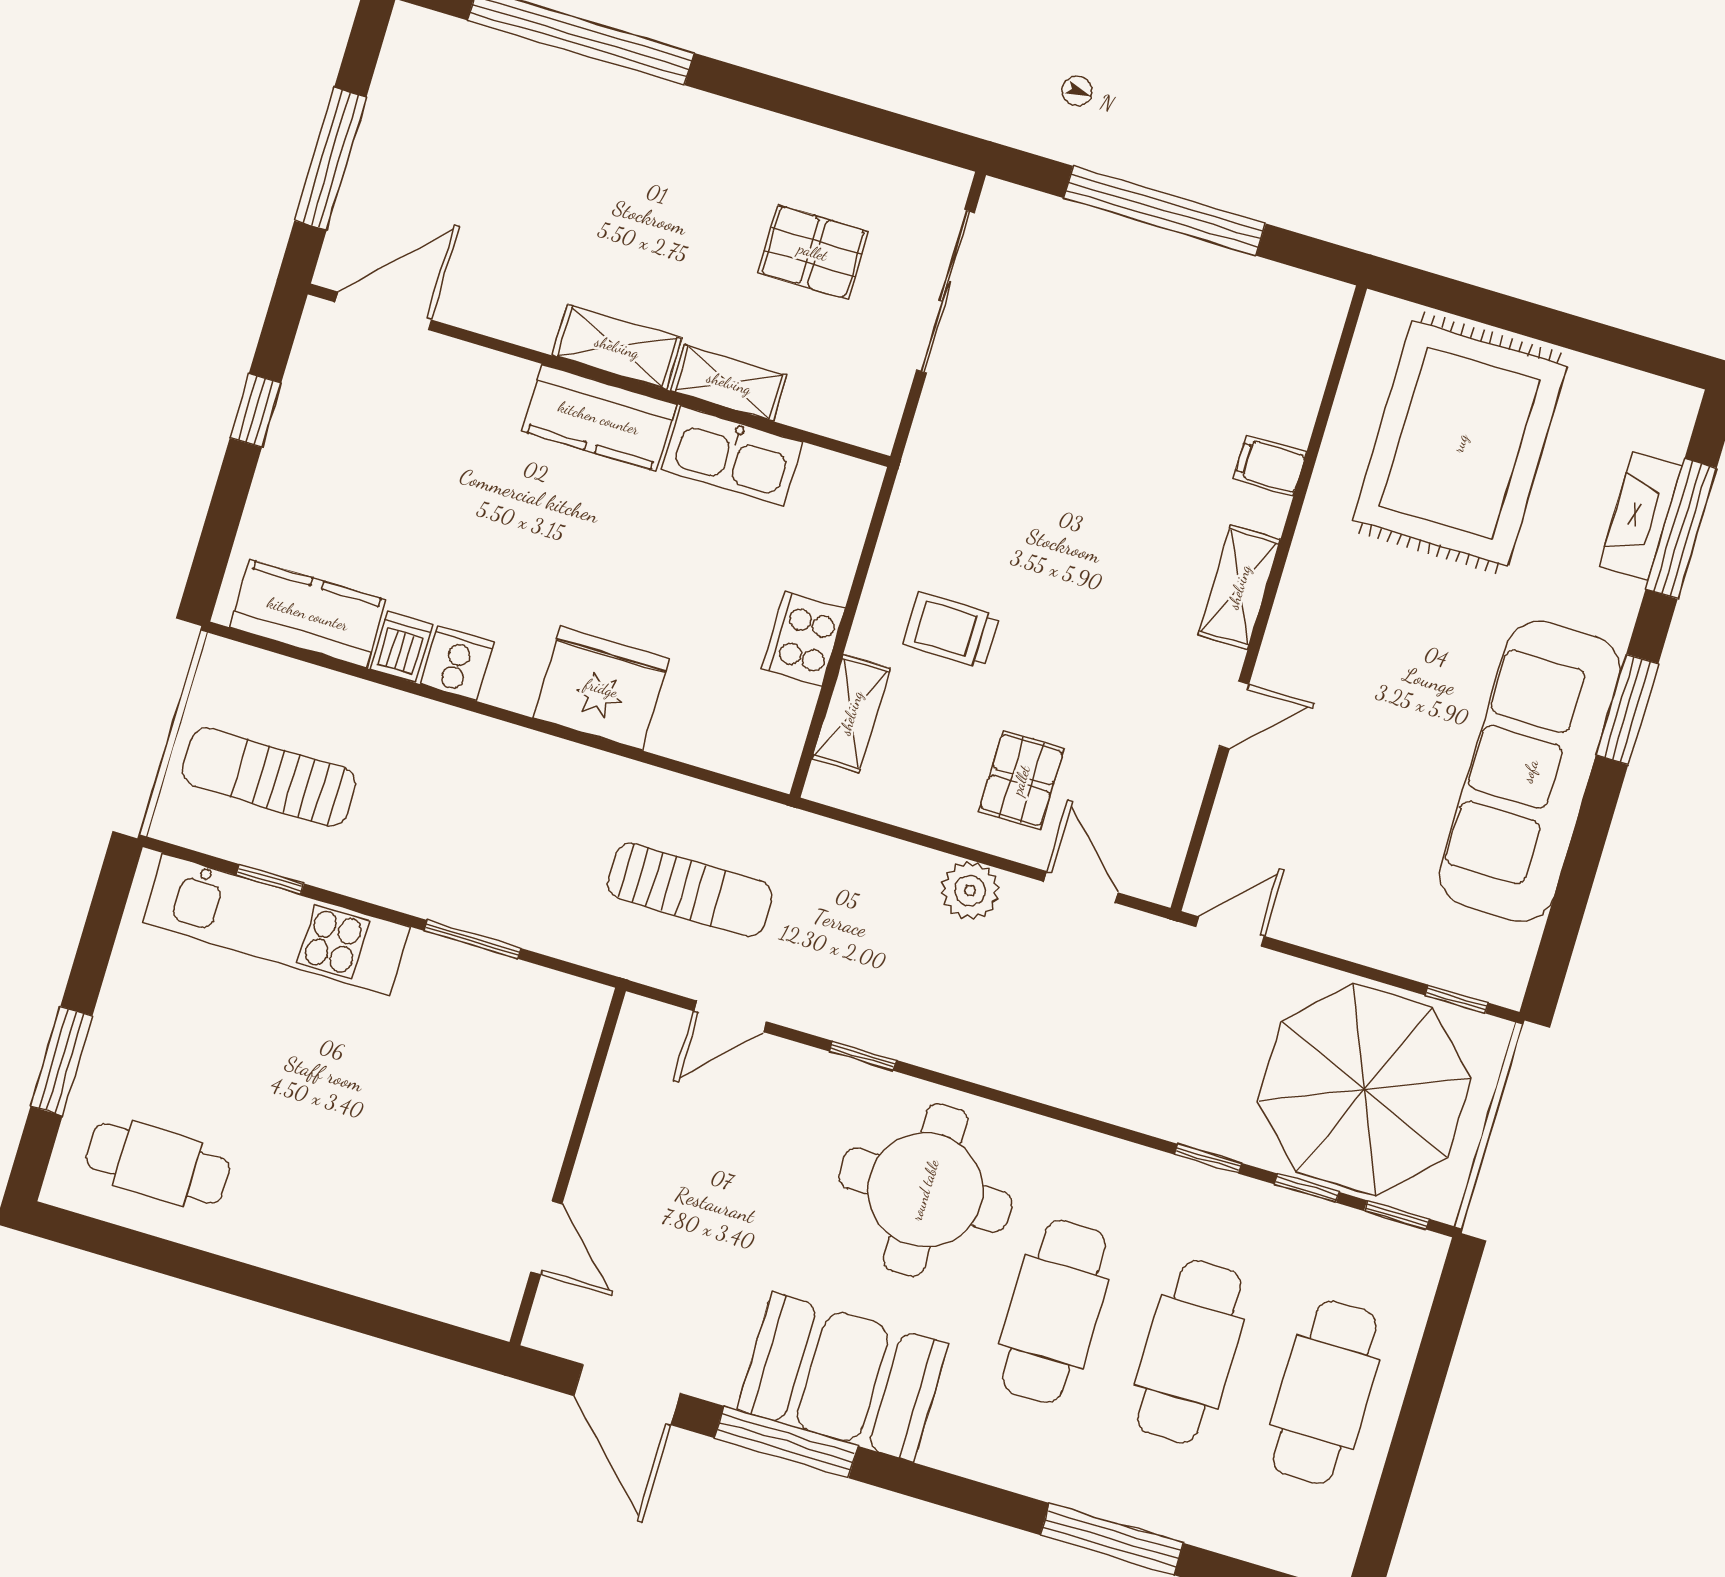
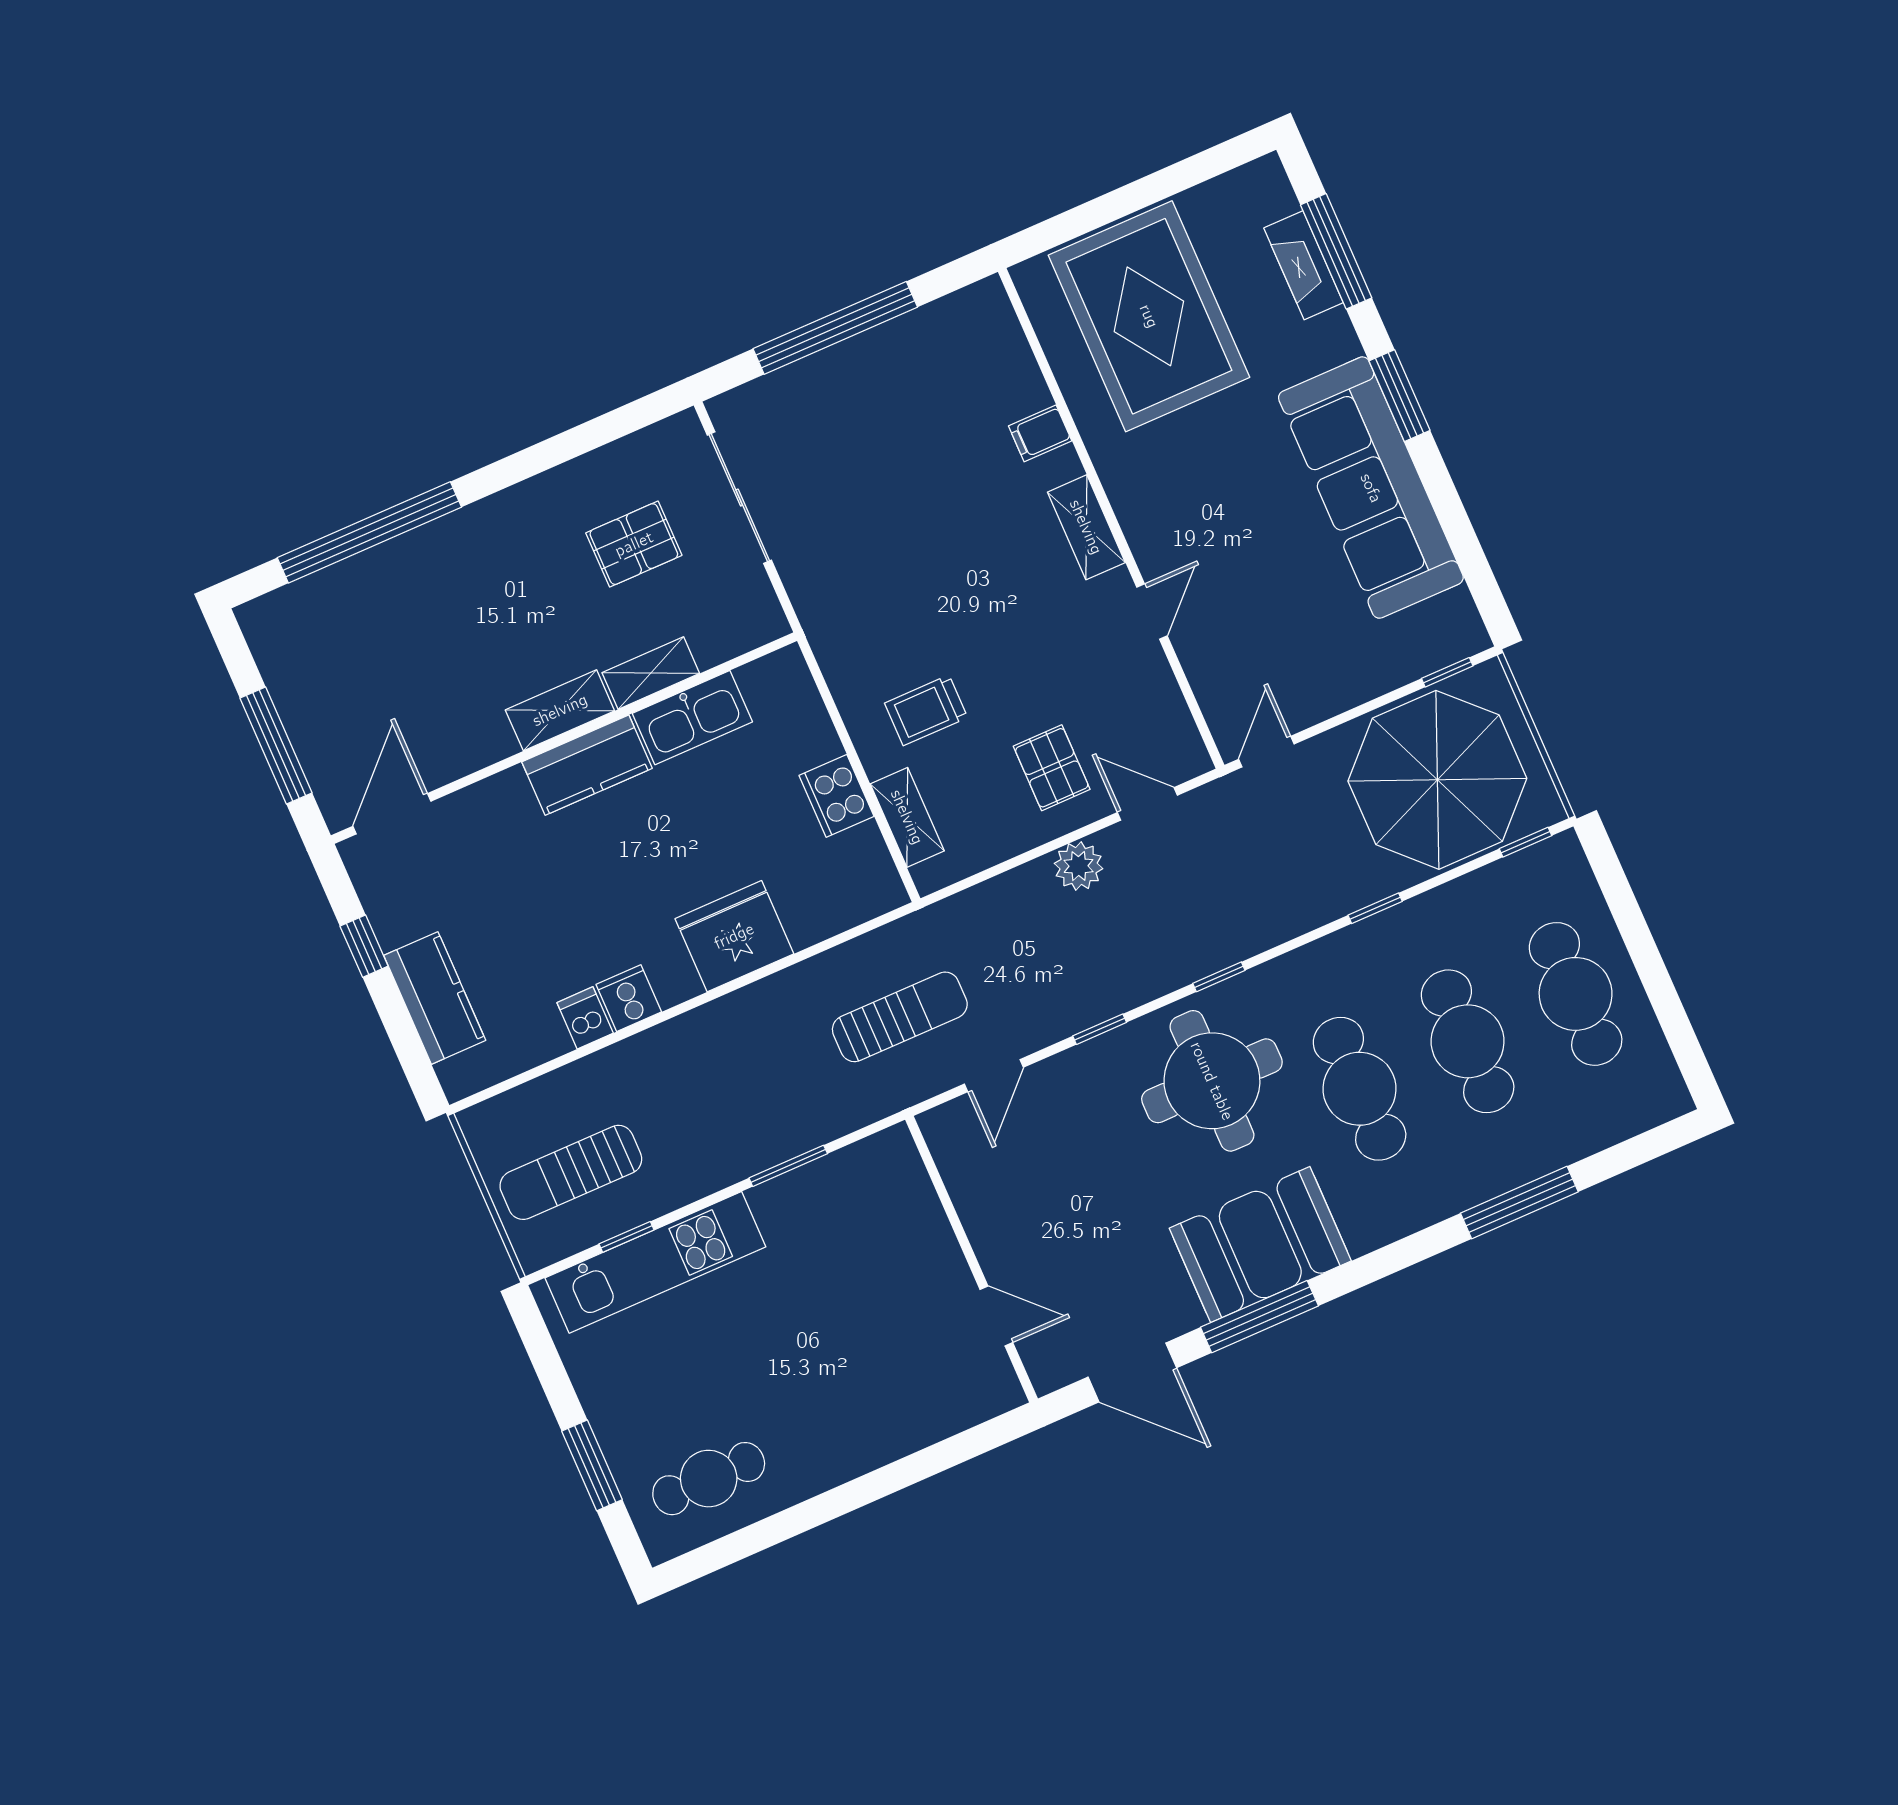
kitchen counter: (308, 614) -> (435, 998), moved, turned 90
window: (1307, 1188) -> (1219, 977), moved

